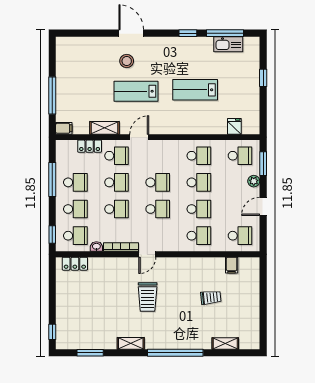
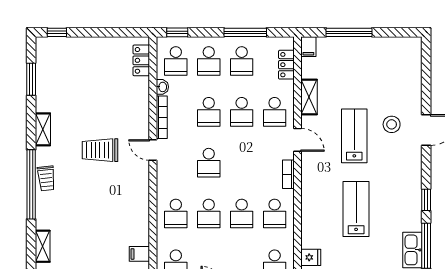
bookcase: (167, 145) -> (288, 174), added
locker: (90, 146) -> (286, 65), moved
school desk: (158, 182) -> (242, 163), removed
trolley: (211, 297) -> (46, 178), moved

